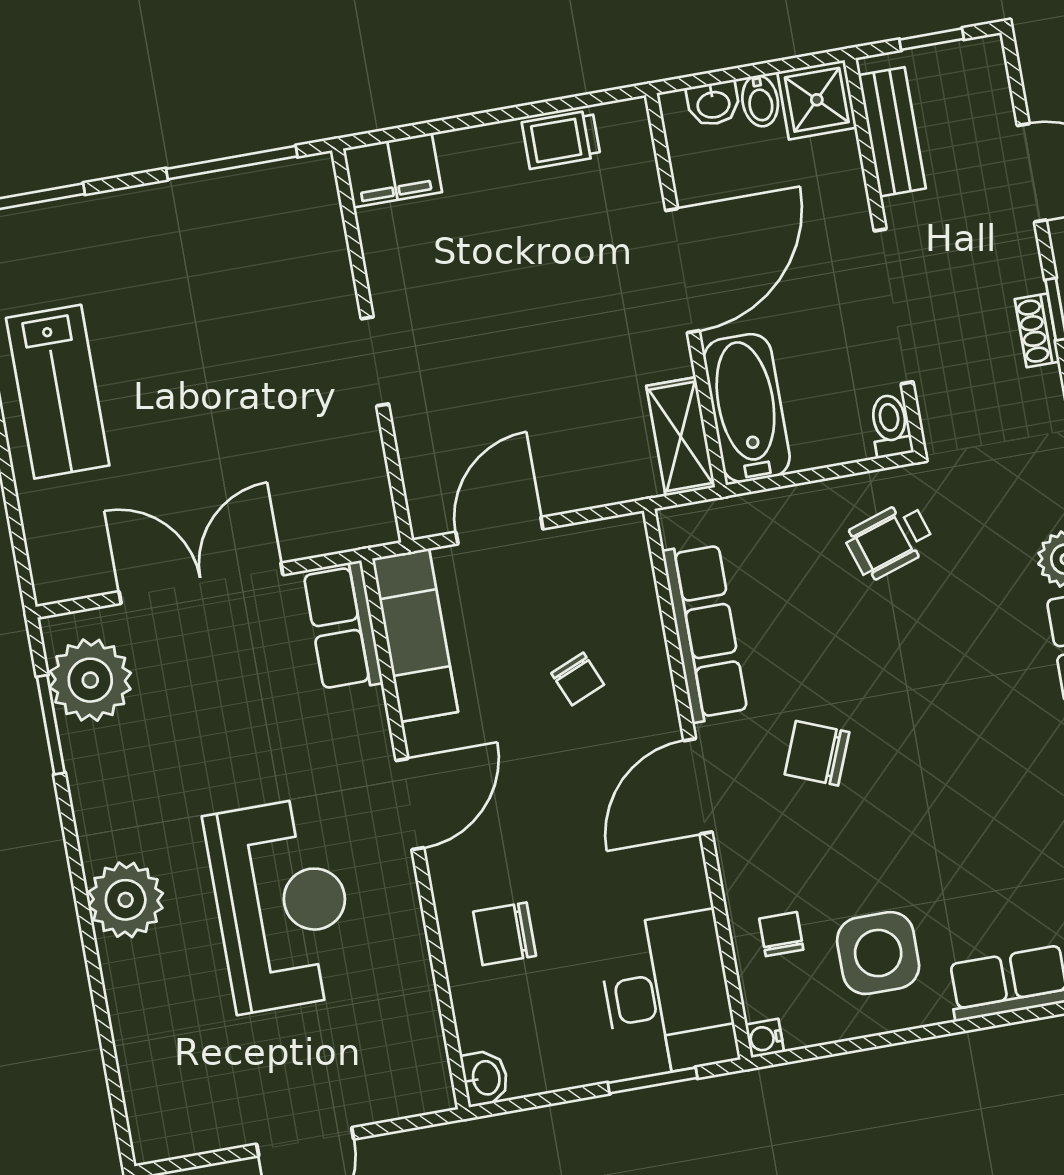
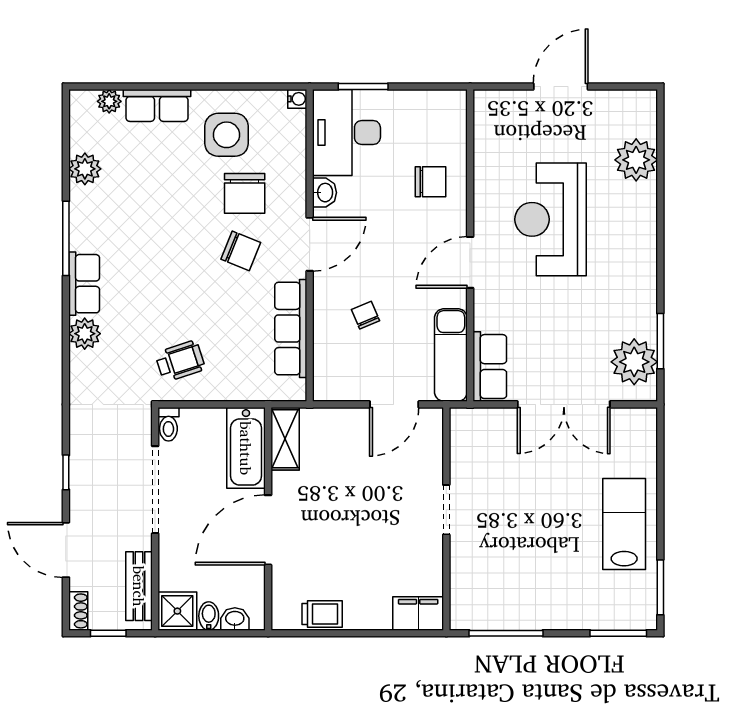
shoe rack: (1037, 330) -> (78, 611), moved
plant: (126, 900) -> (636, 160), moved
chair: (781, 934) -> (245, 193), moved, width x1.87, depth x1.87
washbasin: (485, 1078) -> (324, 193), moved, turned 180

